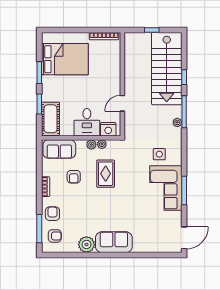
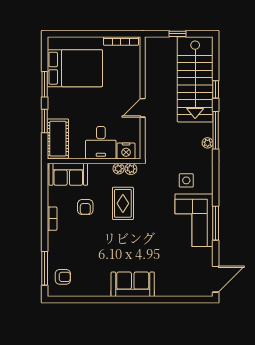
door: (122, 103) -> (143, 108), moved
plant: (91, 145) -> (131, 169), moved
armchair: (52, 214) -> (60, 251), removed
plant: (86, 244) -> (100, 287), removed

